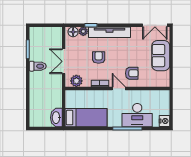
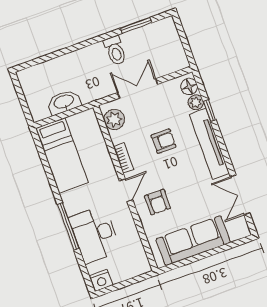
double door: (155, 25) -> (240, 195), moved
sofa: (161, 56) -> (193, 241), width x1.36
washbasin: (56, 118) -> (64, 102), moved

